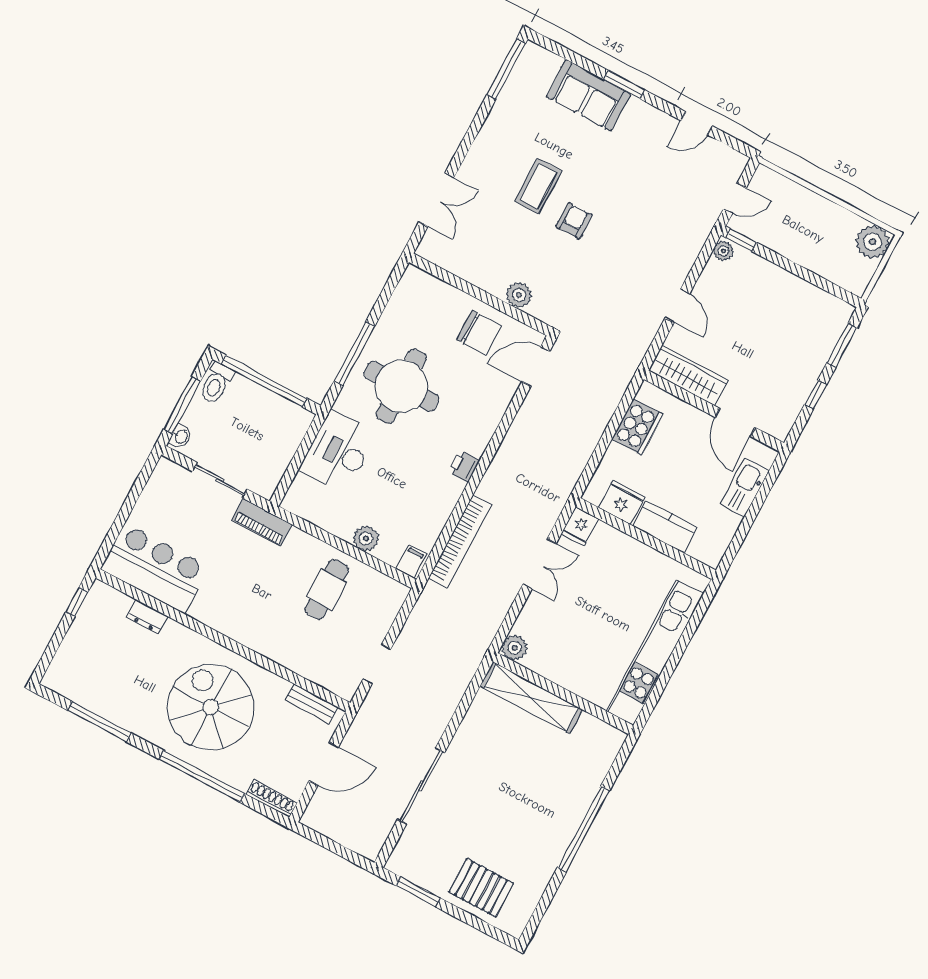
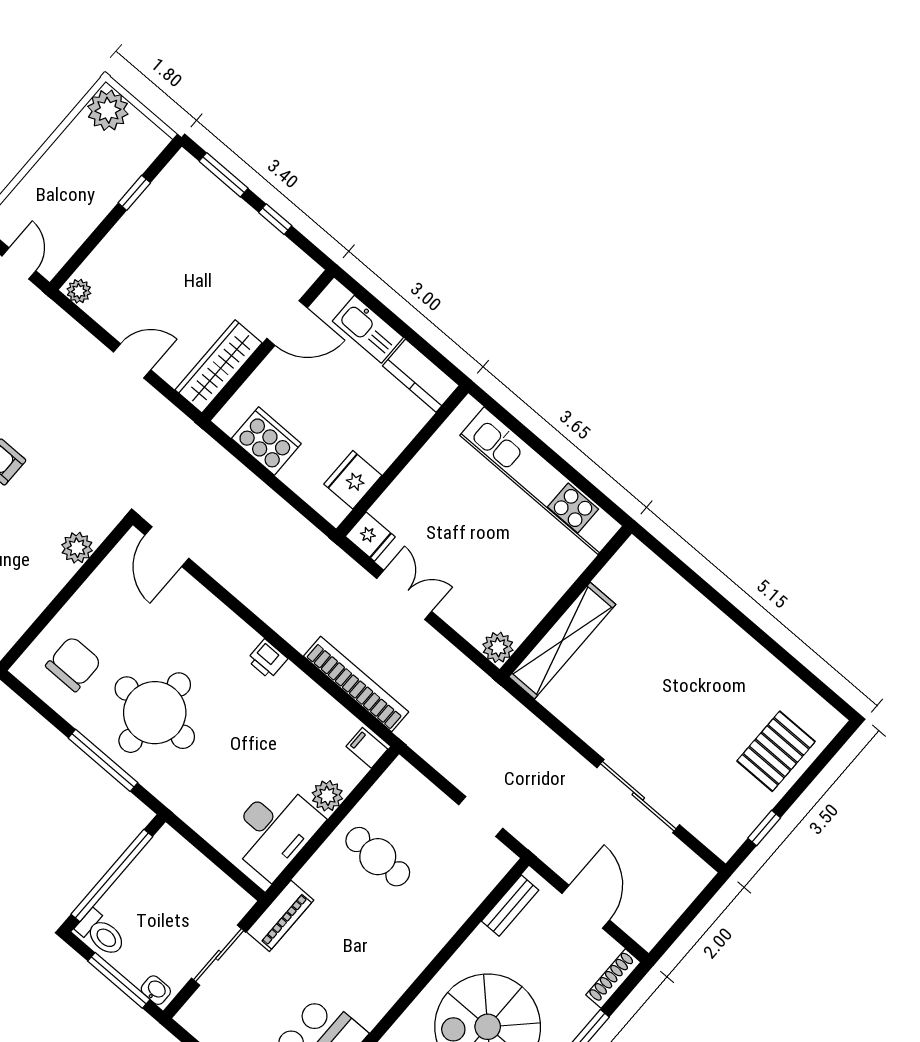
window: (741, 240) -> (134, 193), moved
chair: (479, 333) -> (73, 664), moved
desk: (338, 452) -> (274, 830), moved, turned -90
kitchen counter: (665, 527) -> (421, 376), moved, turned -90
window: (583, 829) -> (734, 613), removed
window: (418, 892) -> (764, 828), width x0.67

